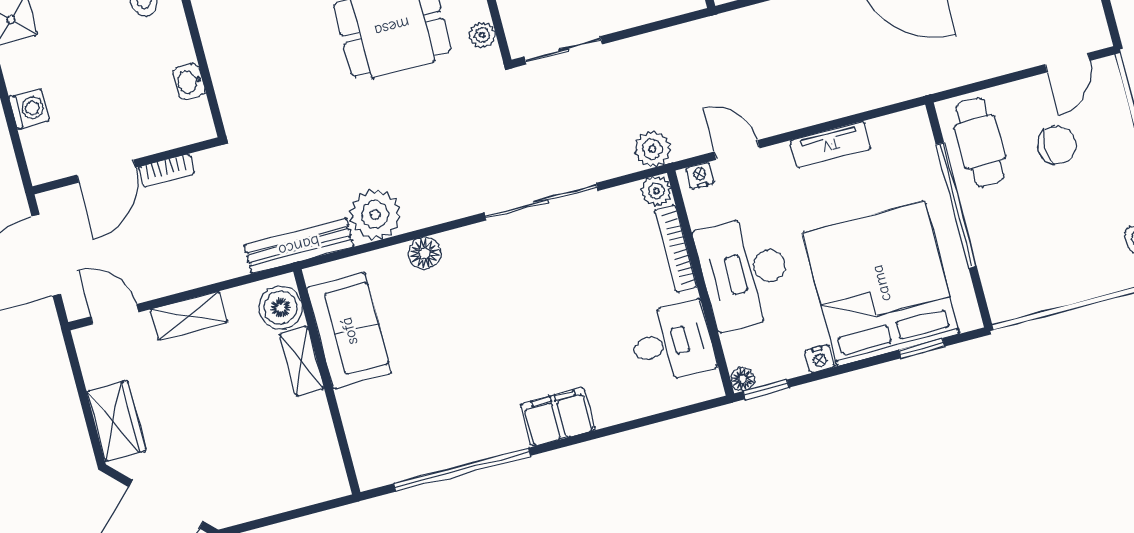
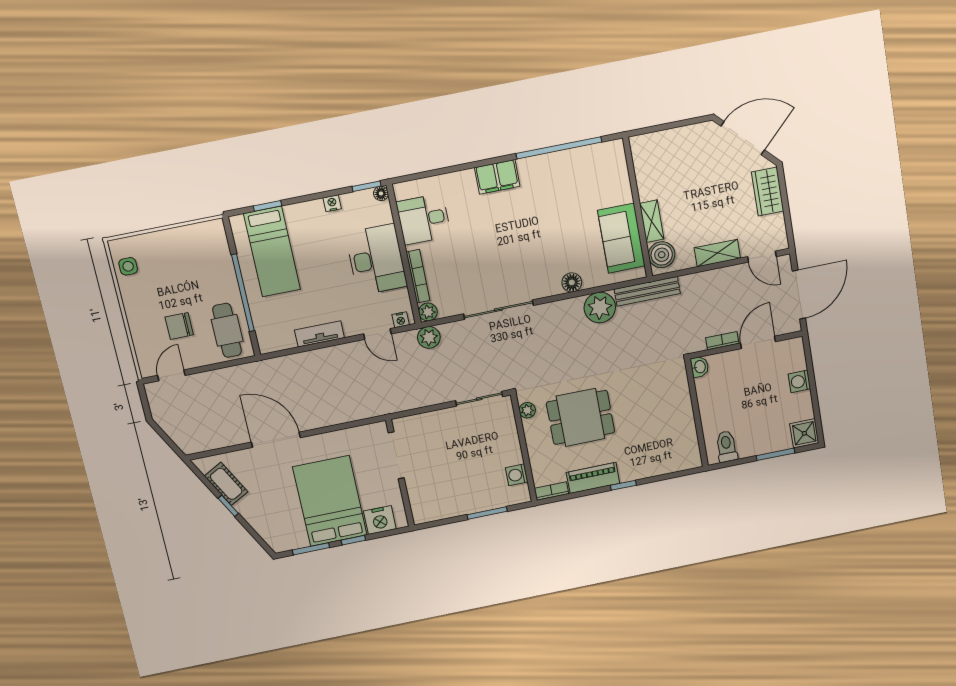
washbasin: (189, 82) -> (700, 367), moved
bed: (881, 283) -> (272, 252), width x0.49

